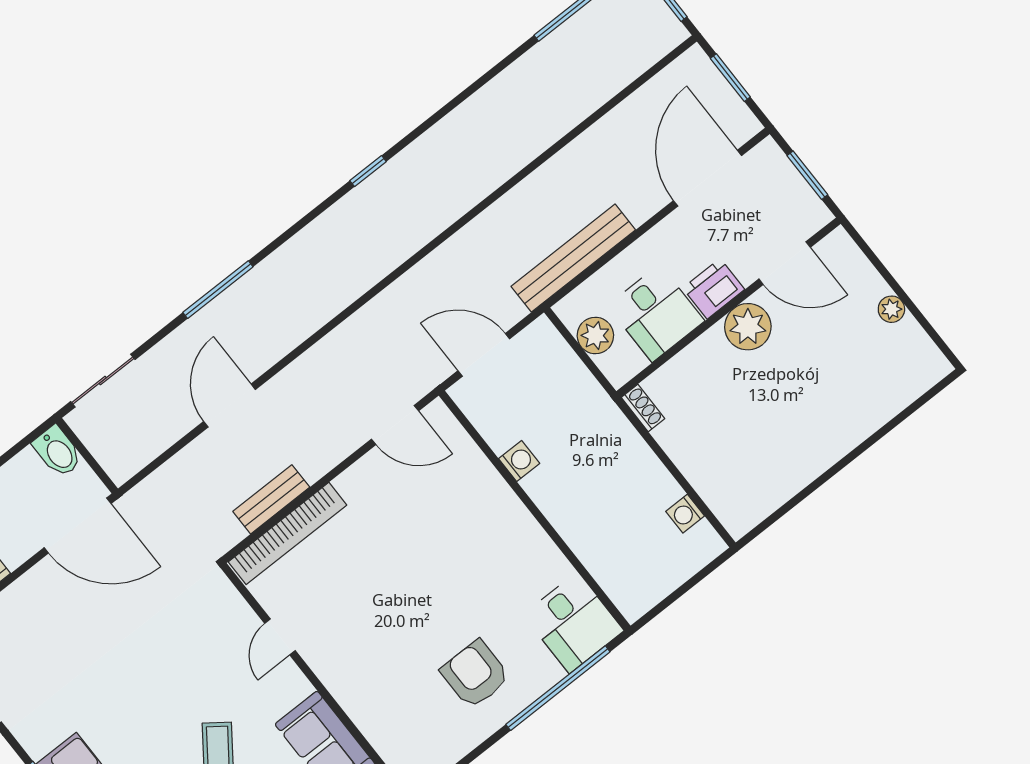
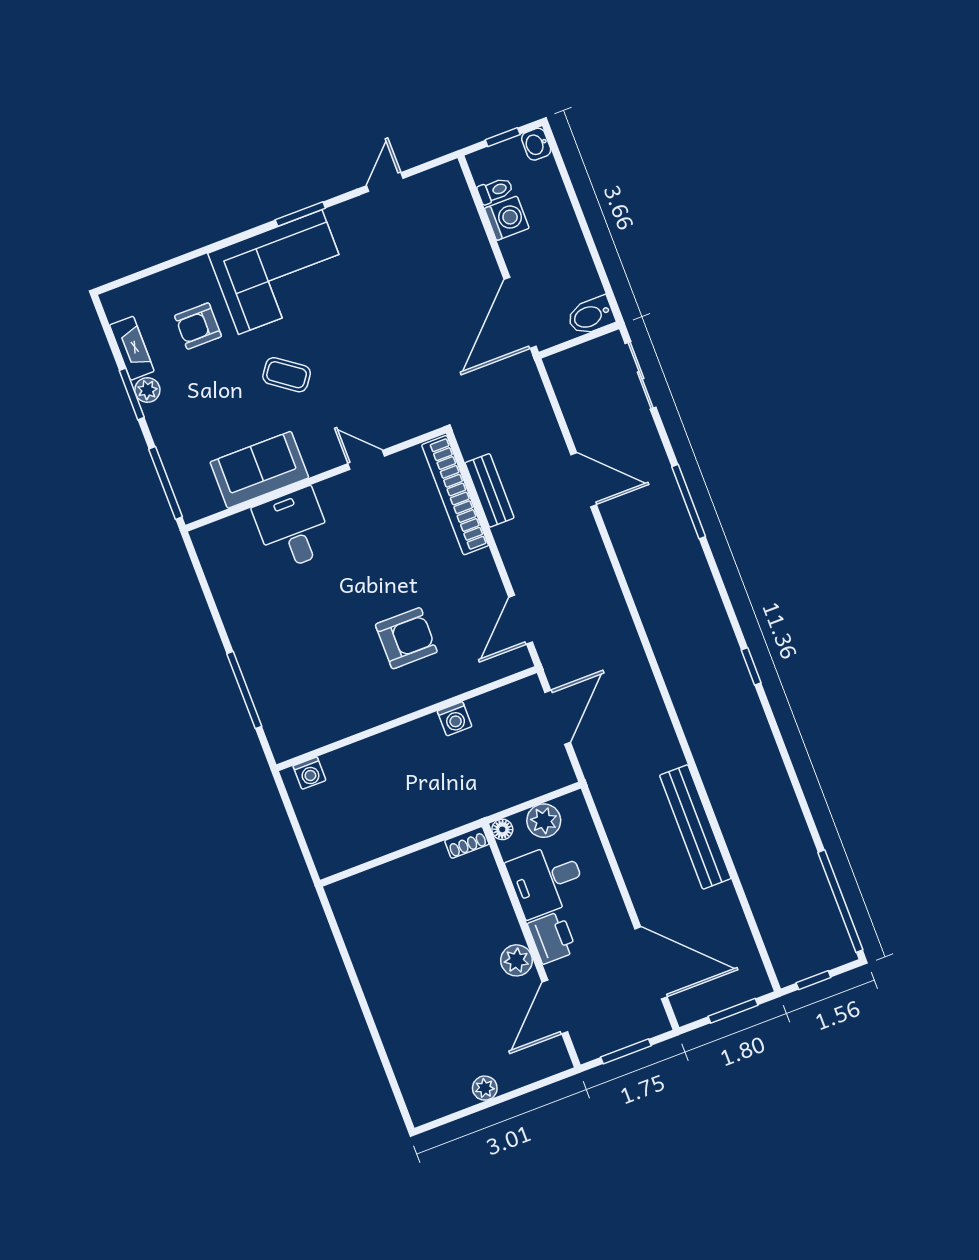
bench: (573, 258) -> (695, 827), moved
plant: (748, 327) -> (517, 960), width x0.73, depth x0.73
floor lamp: (618, 375) -> (502, 829), added
washing machine: (685, 514) -> (310, 773), moved, turned 180
desk: (573, 623) -> (293, 529), moved, turned 90
armchair: (475, 674) -> (406, 638), moved
window: (558, 688) -> (244, 690), width x0.68

